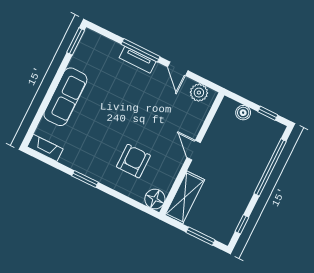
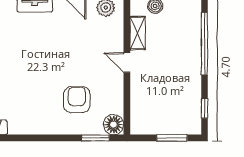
window: (85, 179) -> (95, 138), moved
shelving: (185, 197) -> (138, 33), moved, width x0.67, depth x0.75

